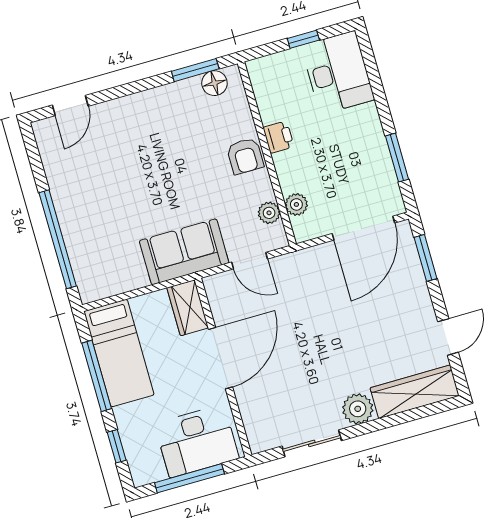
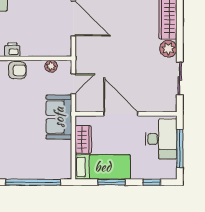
plant: (296, 204) -> (51, 50), removed
wardrobe: (188, 308) -> (83, 139), moved, turned -90
window: (97, 376) -> (111, 182), width x0.69

